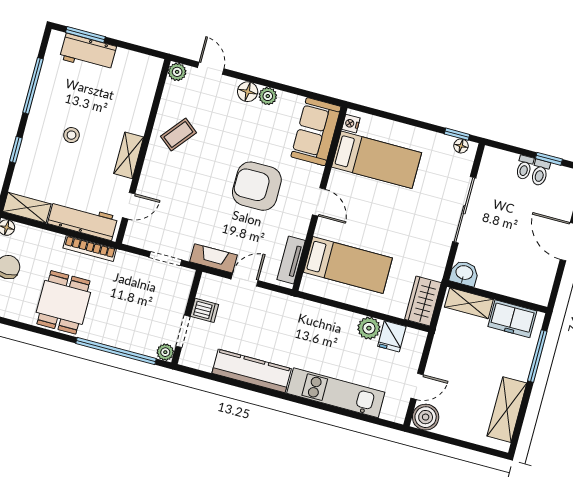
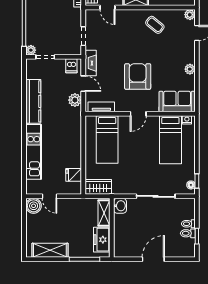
floor lamp: (248, 92) -> (189, 57), removed
dishwasher: (204, 310) -> (71, 66), moved
plant: (369, 328) -> (75, 100), moved

